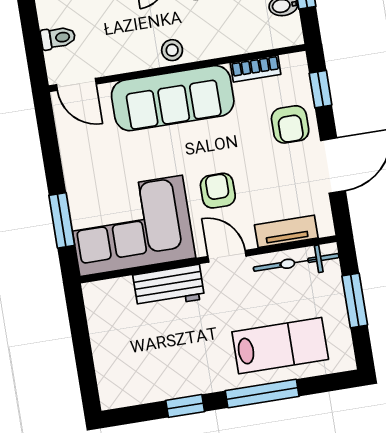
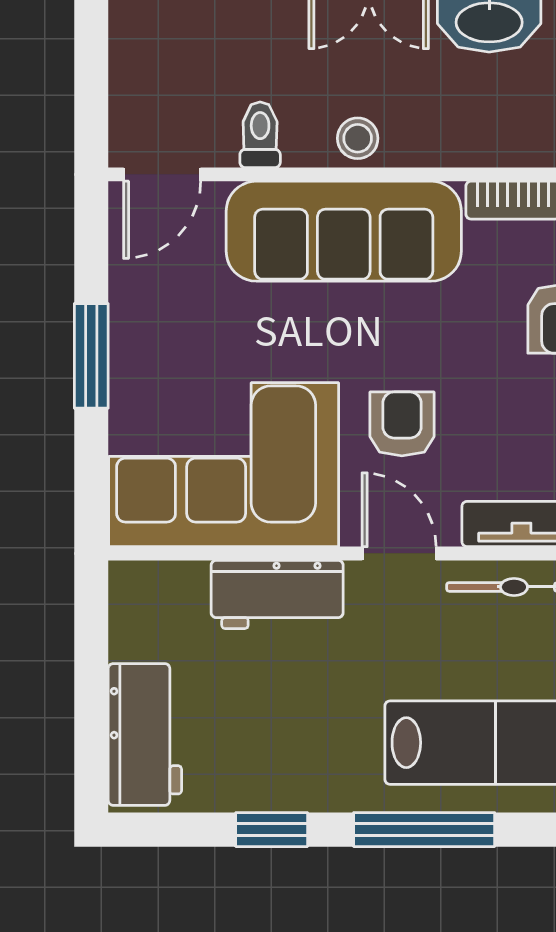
toilet: (58, 38) -> (260, 135), moved, turned -90
door: (76, 84) -> (162, 174), hinge flipped
window: (62, 220) -> (91, 356), moved
workbench: (113, 368) -> (145, 734), added

